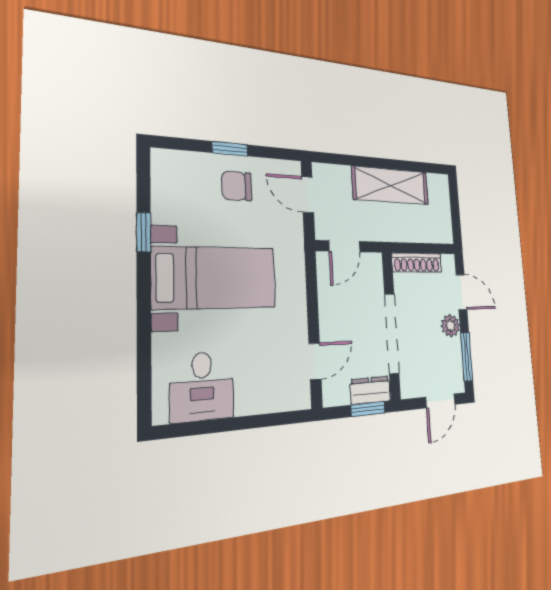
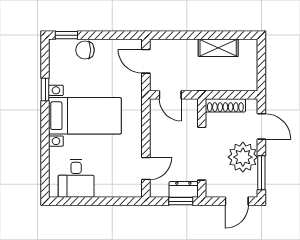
window: (230, 149) -> (66, 35), moved
chair: (237, 186) -> (85, 50), moved
shelving: (391, 186) -> (218, 48), width x0.67, depth x0.75
door: (344, 246) -> (170, 95), hinge flipped
plant: (451, 326) -> (243, 157), width x1.88, depth x1.88

